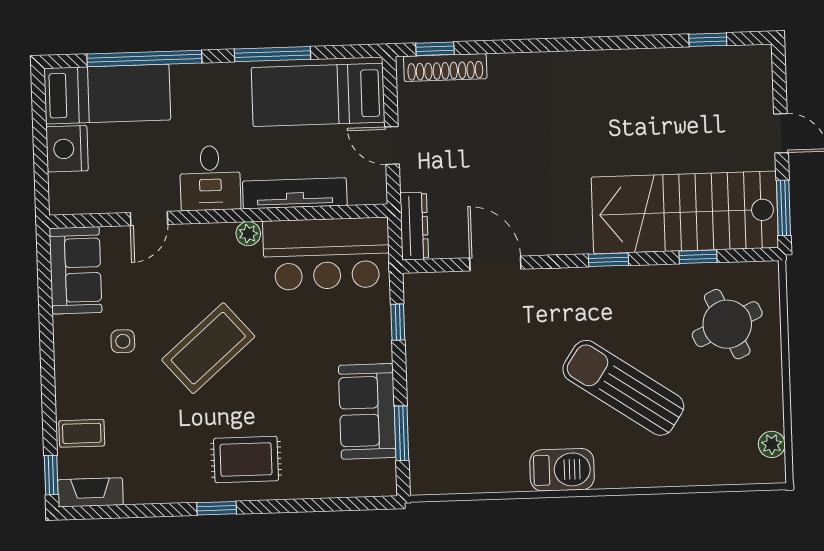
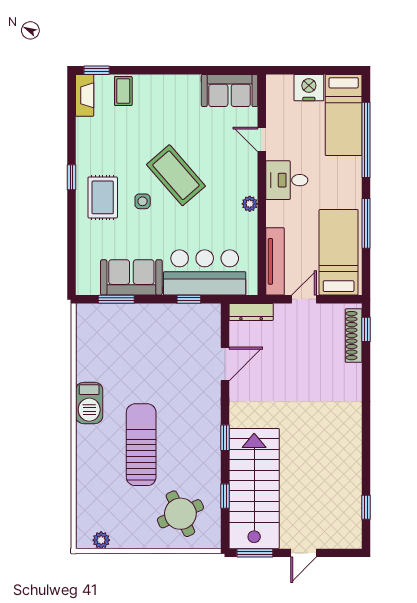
tv unit: (295, 193) -> (275, 261), moved
bar counter: (326, 254) -> (205, 272), moved, turned 90
side table: (123, 341) -> (143, 201), moved
sun lounger: (623, 388) -> (141, 445), turned -34

